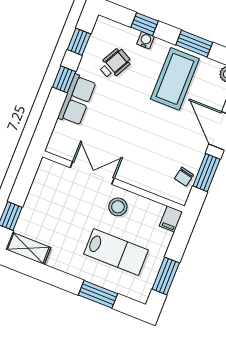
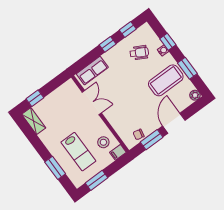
row of seats: (77, 100) -> (92, 71), moved
stool: (118, 207) -> (103, 142), moved

